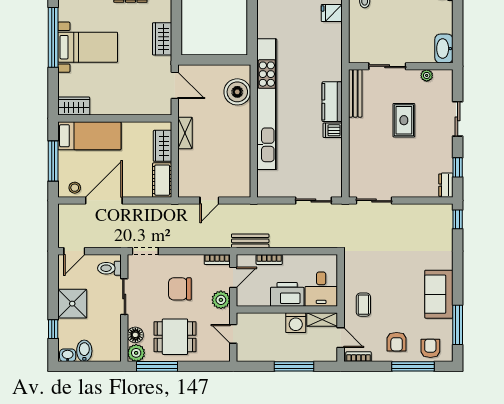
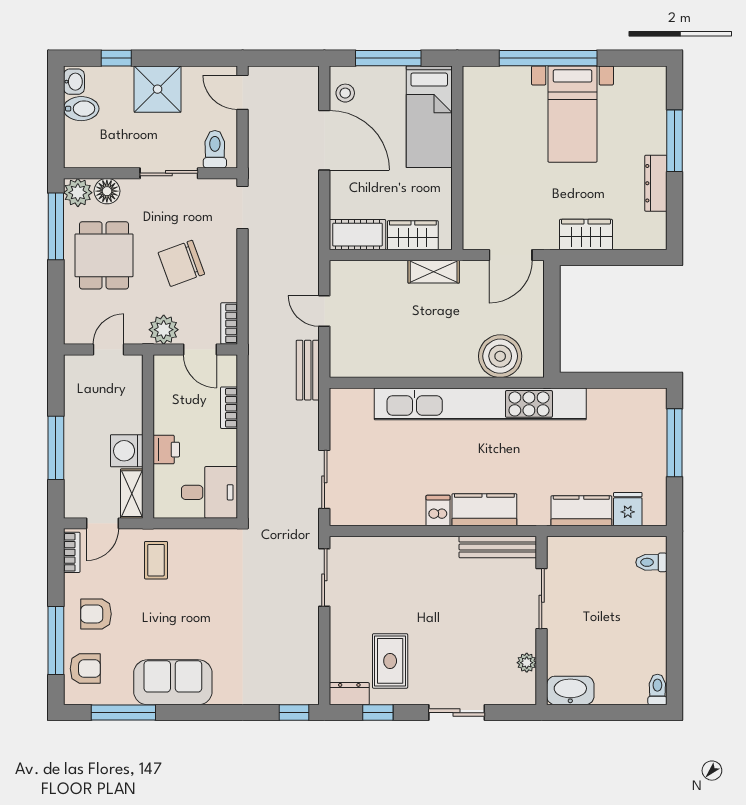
window: (53, 37) -> (548, 58), moved
kitchen counter: (333, 42) -> (581, 511), added
wardrobe: (74, 106) -> (477, 91), removed
rug: (404, 120) -> (390, 661), moved, turned 90
bench: (250, 241) -> (308, 370), moved
chair: (180, 289) -> (181, 263), turned -110
desk: (321, 289) -> (209, 492), moved, turned 180
printer: (287, 294) -> (166, 450), width x0.53, depth x0.68
coffee table: (363, 305) -> (156, 560), turned 90

